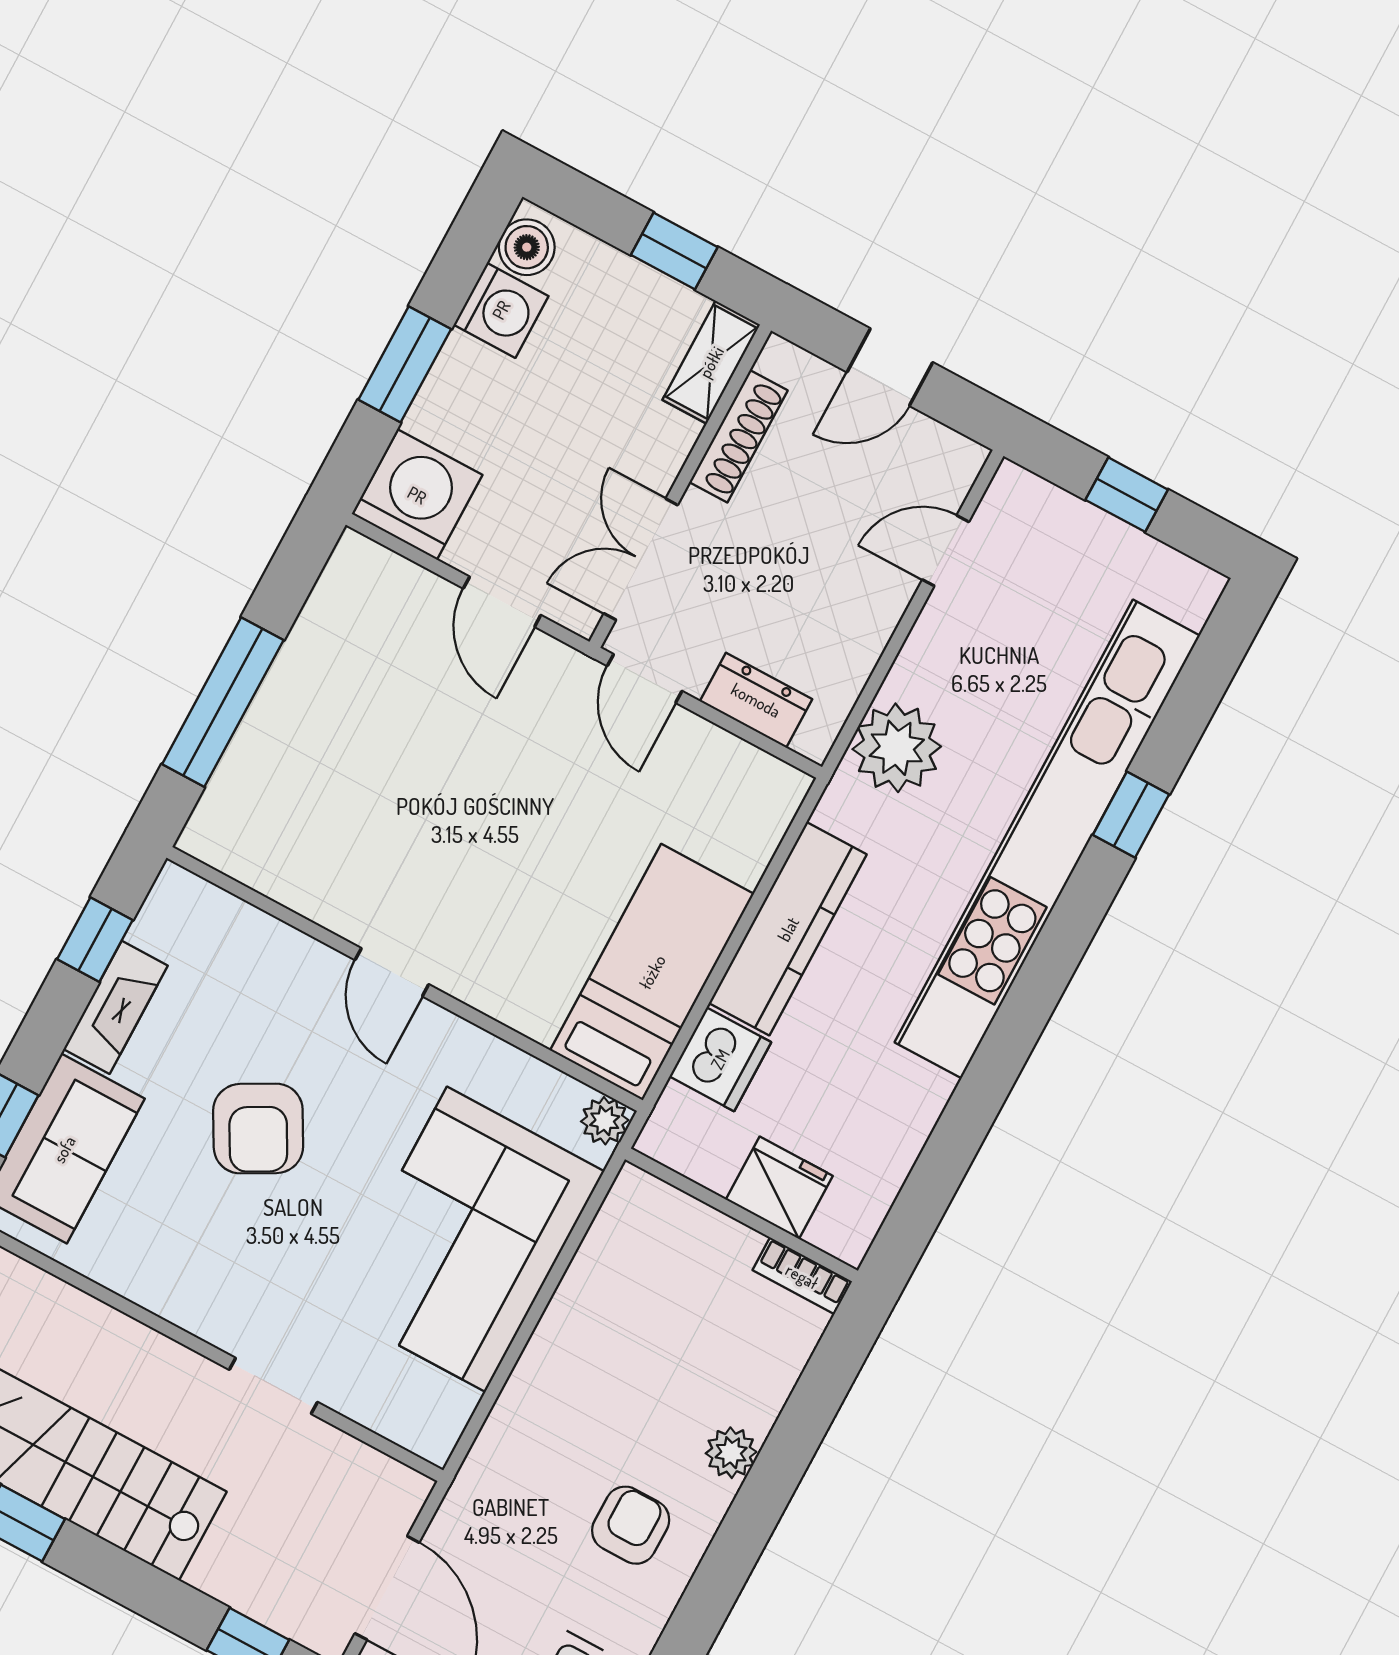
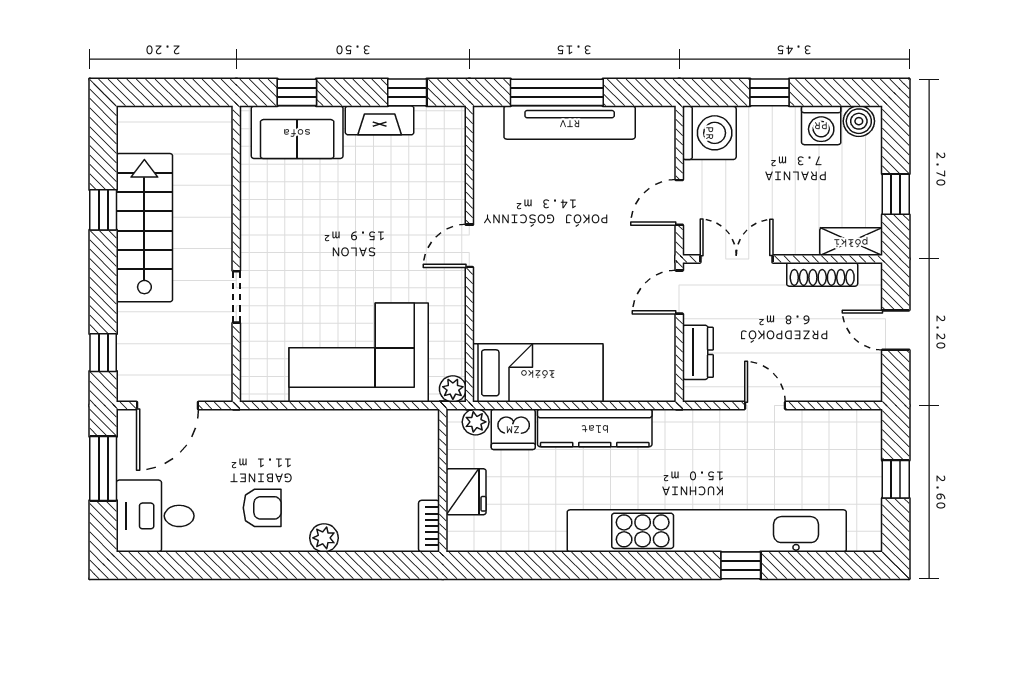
window: (405, 364) -> (770, 92), width x0.67
door: (946, 551) -> (765, 405), moved
tv unit: (282, 708) -> (570, 123), added
plant: (897, 748) -> (476, 422), moved, width x0.53, depth x0.53
armchair: (258, 1129) -> (358, 222), removed

